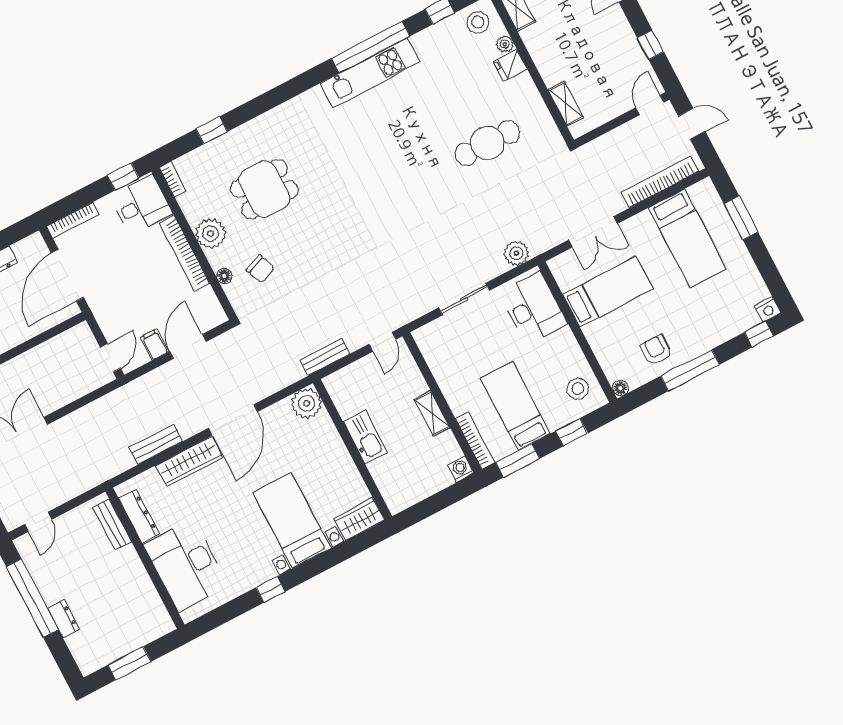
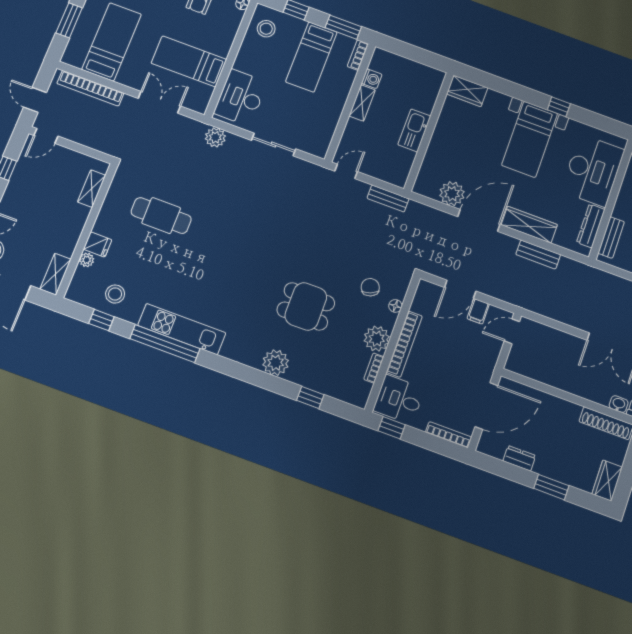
stool: (478, 22) -> (115, 294), moved
plant: (269, 127) -> (276, 363), added
bookcase: (173, 179) -> (374, 368), moved
dining table: (264, 189) -> (306, 306), moved
plant: (307, 403) -> (452, 194), moved
bookcase: (475, 441) -> (358, 55), width x0.64
washing machine: (461, 469) -> (372, 79), moved, turned -90
bed with nightstands: (292, 520) -> (530, 139), moved

